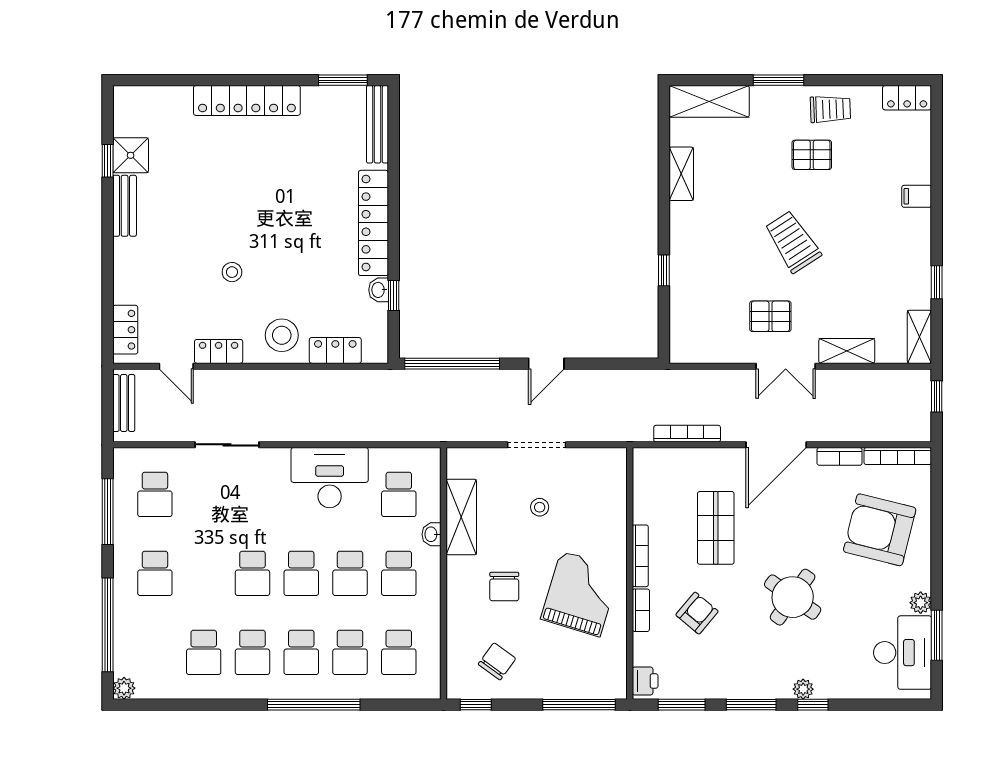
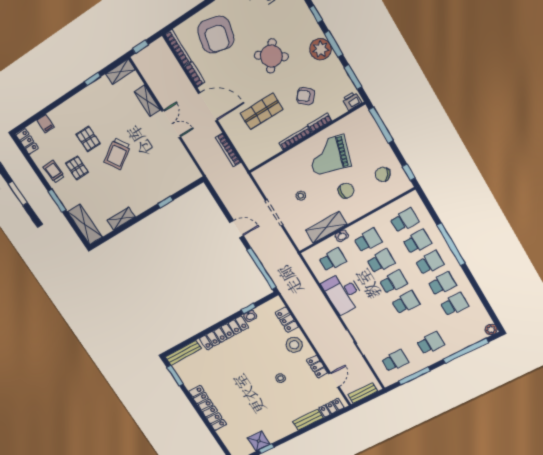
filing cabinet: (917, 196) -> (45, 123), moved
bench: (125, 206) -> (308, 420), moved
pallet: (770, 316) -> (88, 139), moved
plant: (803, 689) -> (321, 49), moved, width x1.88, depth x1.88

